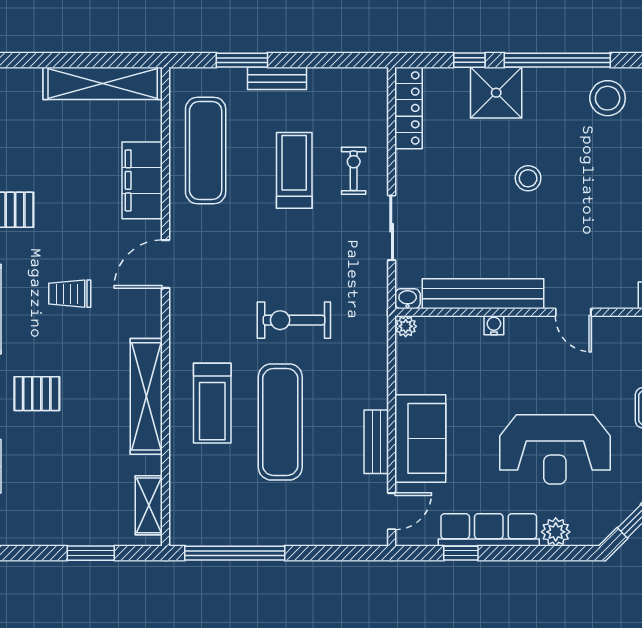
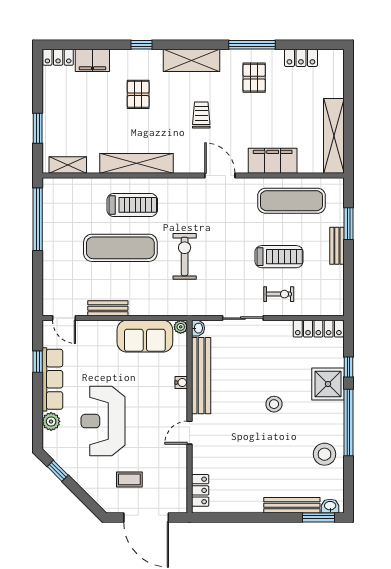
treadmill: (212, 403) -> (132, 205), turned 180
sofa: (420, 438) -> (145, 336), moved

